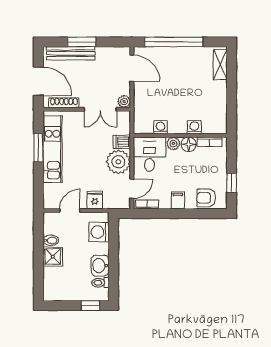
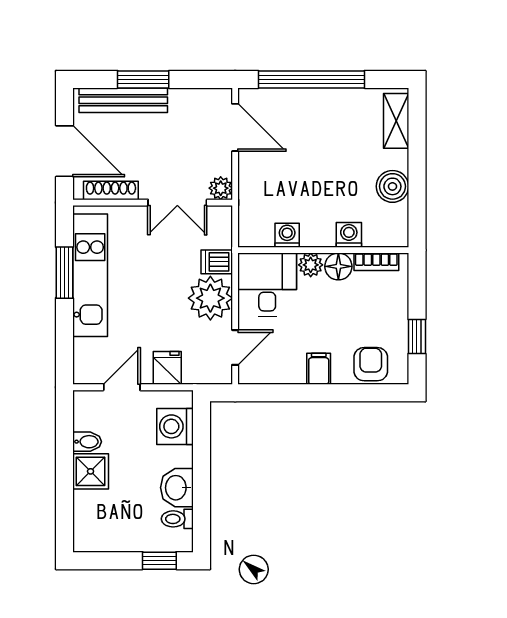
boiler: (218, 101) -> (392, 186), added
armchair: (206, 198) -> (371, 364), turned 90
bookcase: (147, 204) -> (263, 376), removed

